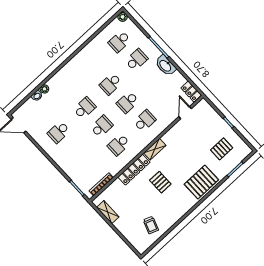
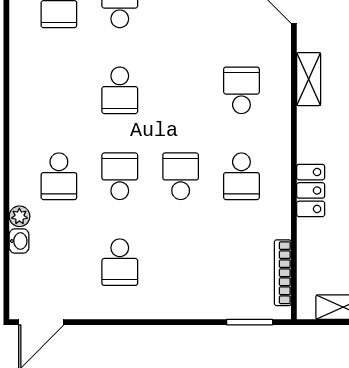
school desk: (128, 102) -> (59, 176), moved
shelving: (155, 149) -> (309, 79), moved
locker: (134, 170) -> (311, 190), width x0.66

